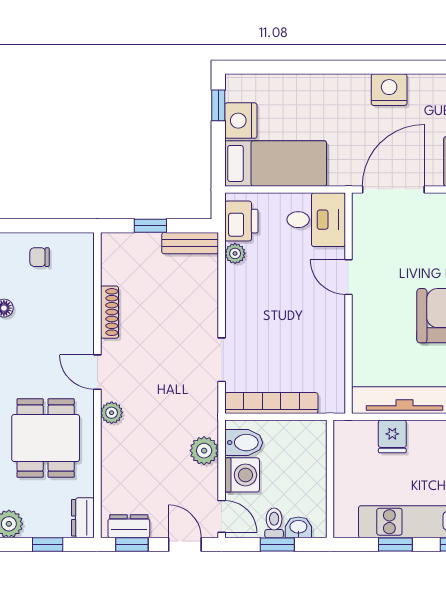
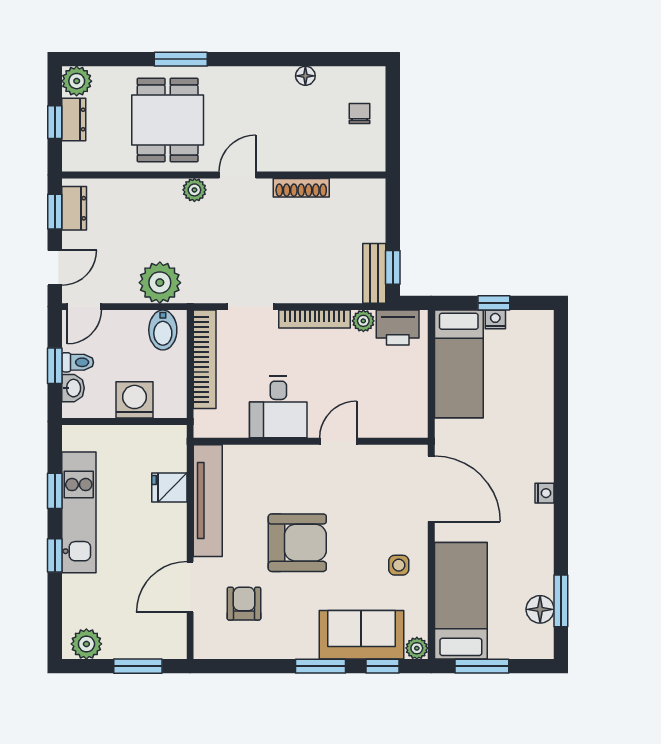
nightstand: (389, 90) -> (545, 493), width x0.53, depth x0.56
window: (218, 105) -> (494, 303), moved
nightstand: (241, 121) -> (495, 319), width x0.53, depth x0.56
desk: (316, 220) -> (278, 407), moved
window: (150, 226) -> (393, 267), moved
bookcase: (233, 299) -> (315, 319), added
dining table: (46, 438) -> (168, 120), turned 90
plant: (204, 451) -> (160, 283), width x1.36, depth x1.36
washing machine: (242, 475) -> (135, 400), moved, turned 180
dresser: (83, 518) -> (74, 119), moved, turned 90

